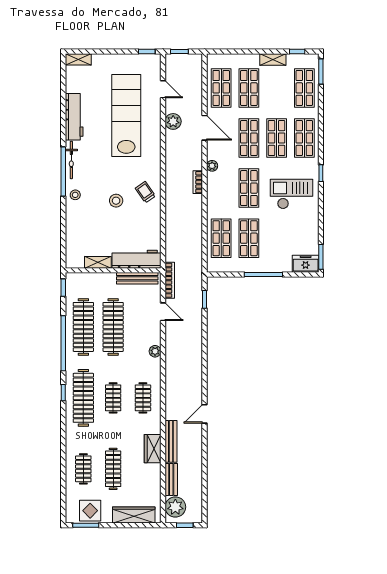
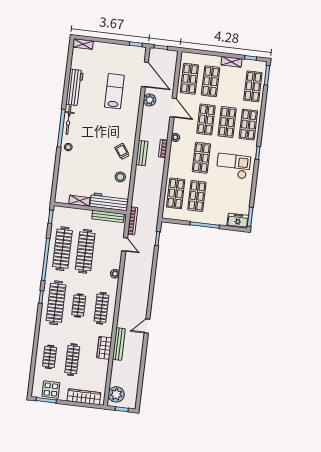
door: (163, 89) -> (145, 74), width x1.87
lab bench: (126, 116) -> (114, 91), width x0.54, depth x0.72
stool: (116, 201) -> (120, 177), moved
clothes rail: (143, 398) -> (101, 308), width x1.36
bench: (171, 480) -> (142, 153), moved

